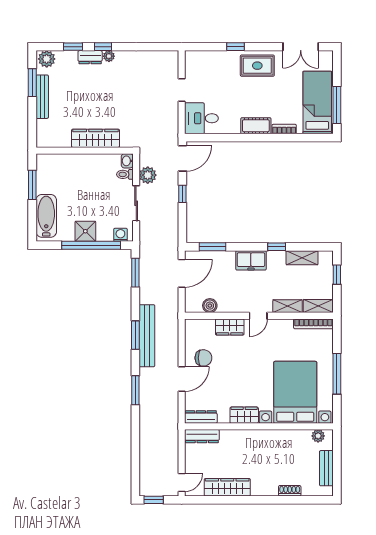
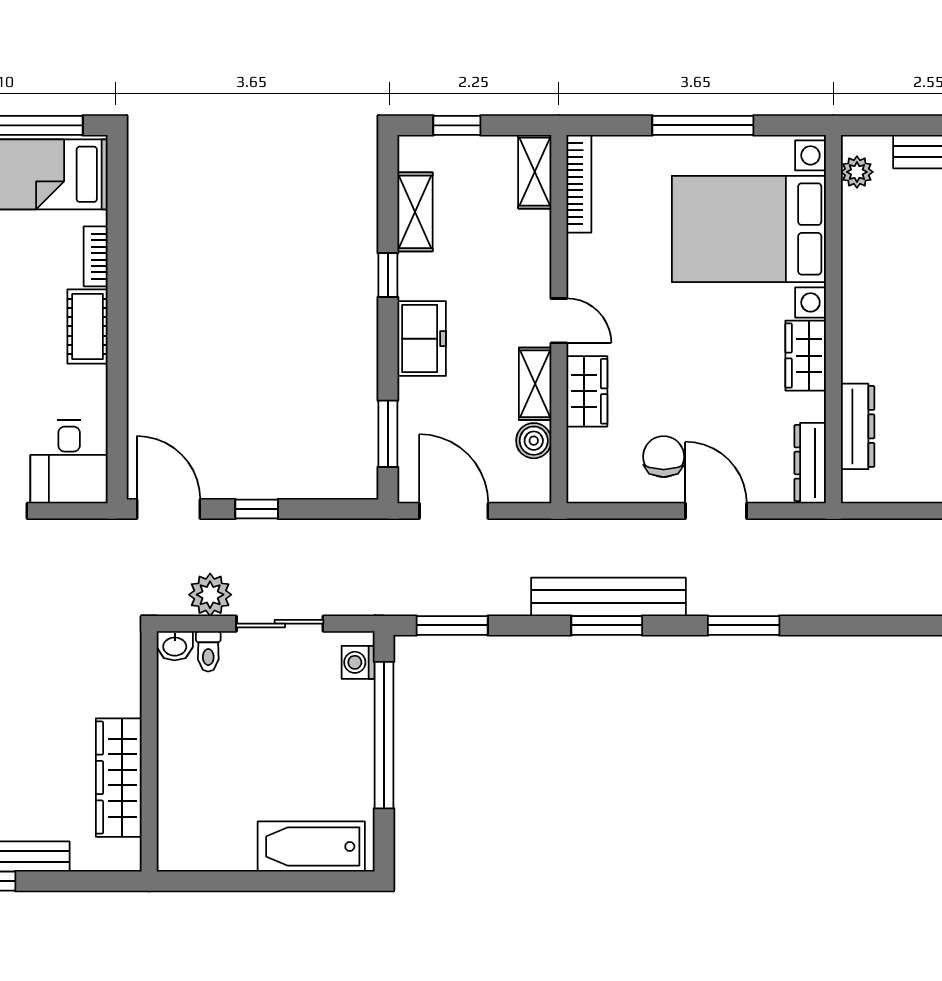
wardrobe: (96, 138) -> (119, 778), moved
window: (32, 185) -> (234, 881), removed
shower: (85, 231) -> (349, 749), removed
shelving: (288, 306) -> (535, 384), moved
dresser: (202, 436) -> (858, 426), moved

